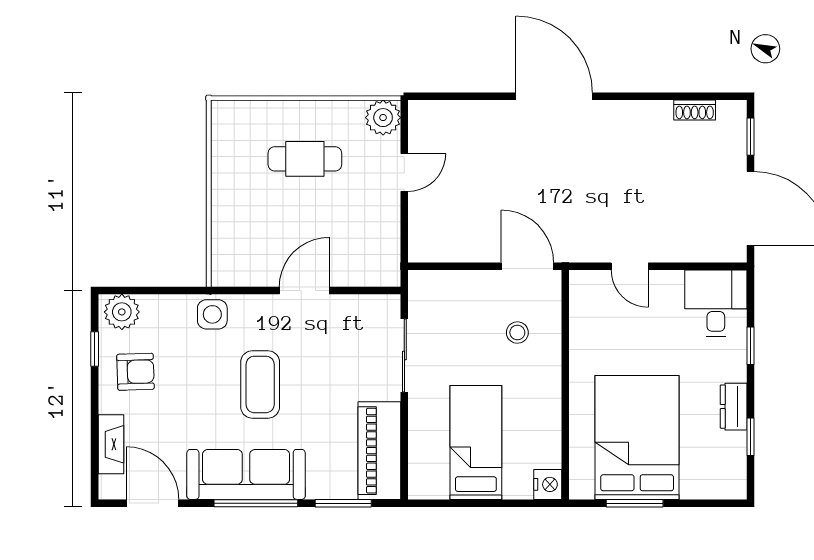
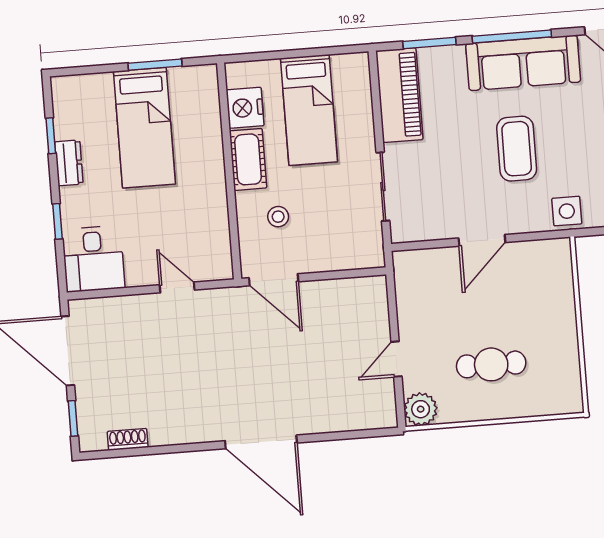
cot: (544, 395) -> (248, 159), added
bed: (637, 437) -> (144, 128), width x0.67
nightstand: (548, 484) -> (245, 108), moved, width x1.36, depth x1.33

